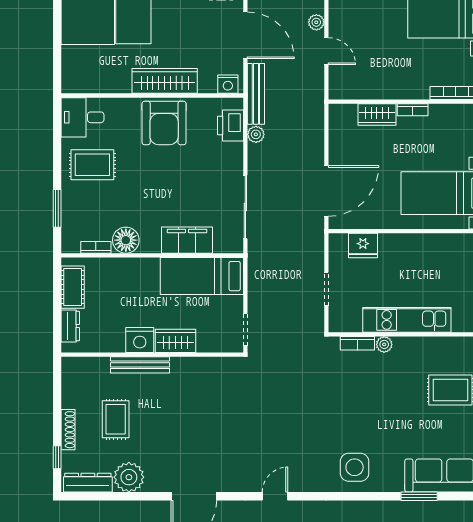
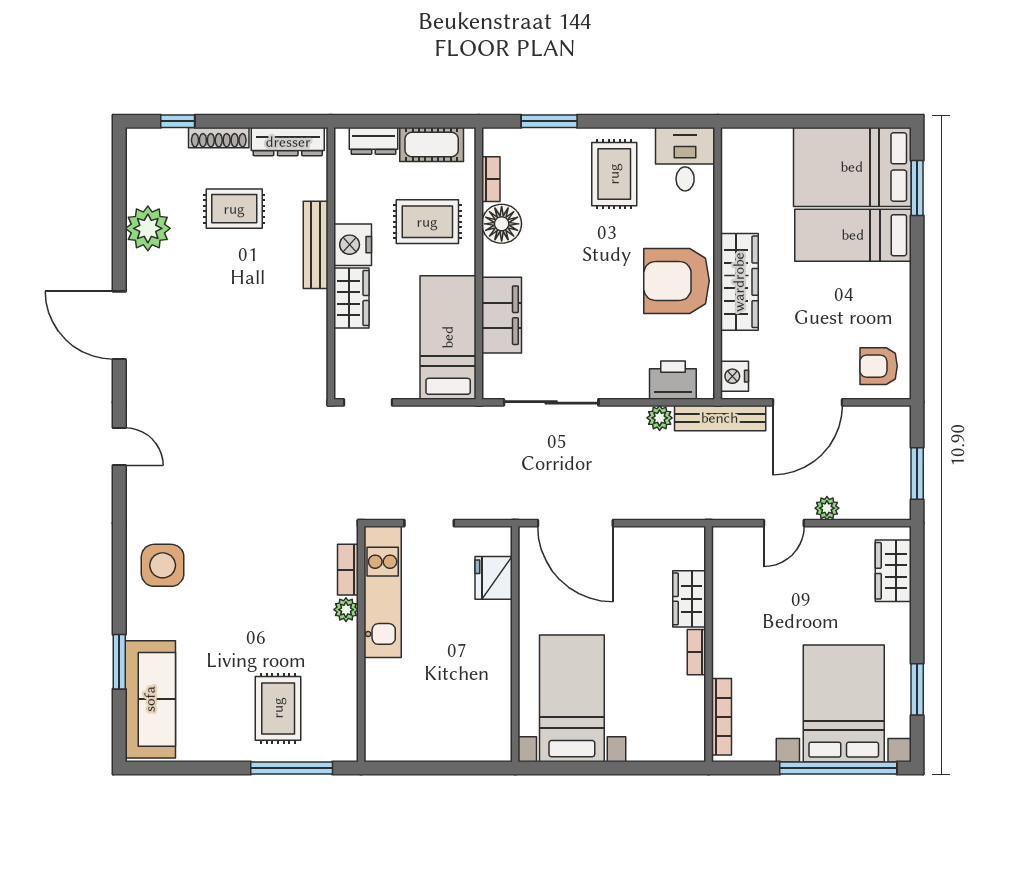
rug: (124, 290) -> (427, 222), added
kitchen unit: (407, 320) -> (383, 592), moved
dresser: (88, 483) -> (288, 142), moved, turned 90

